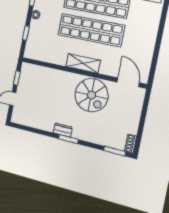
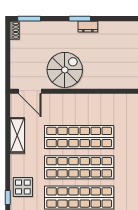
shelving: (83, 63) -> (17, 135), moved, turned 90
spiral stairs: (91, 95) -> (65, 70), turned 90

